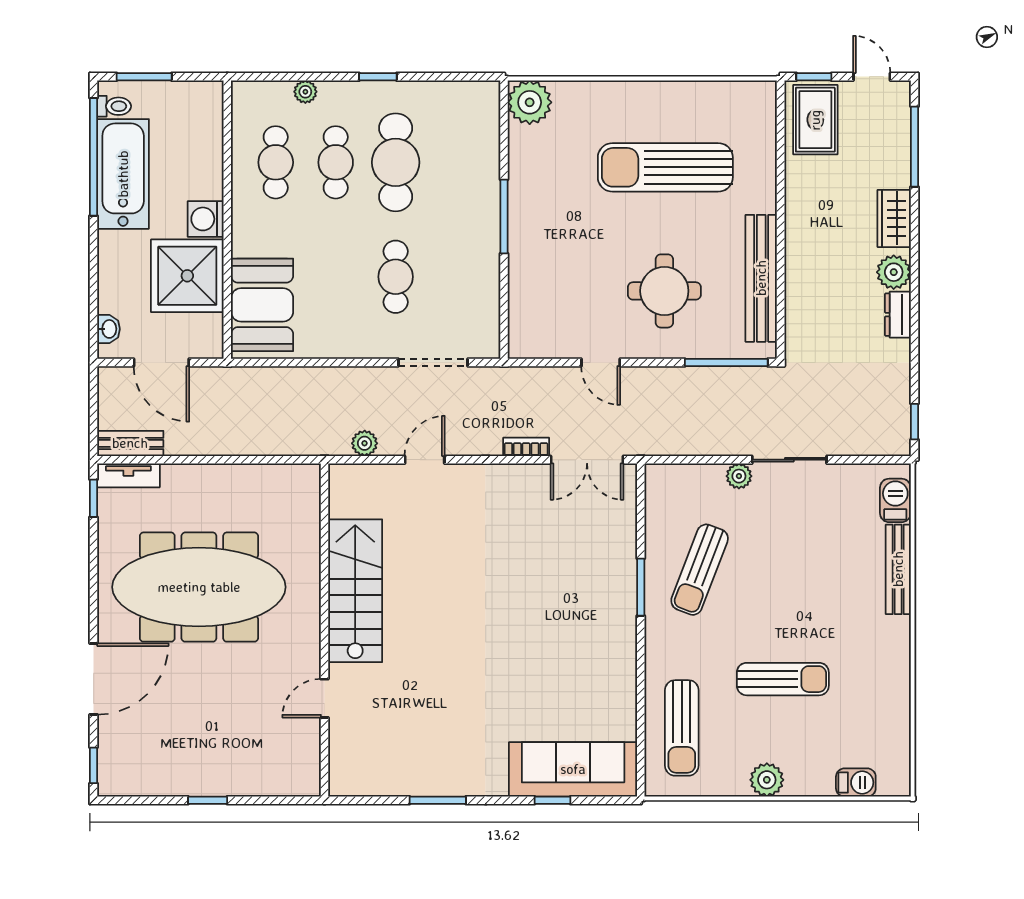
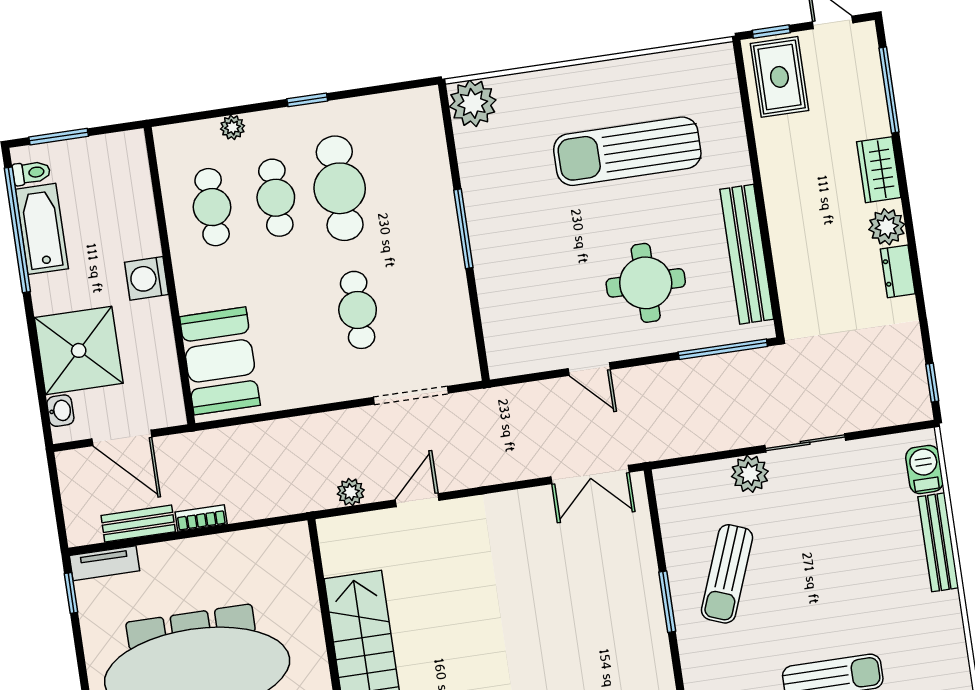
bathtub: (123, 174) -> (42, 229), width x0.73, depth x0.73
shower: (187, 276) -> (79, 350), moved
bench: (130, 443) -> (138, 524), moved
bookcase: (526, 447) -> (201, 518), moved
plant: (739, 476) -> (750, 474), width x1.38, depth x1.38

